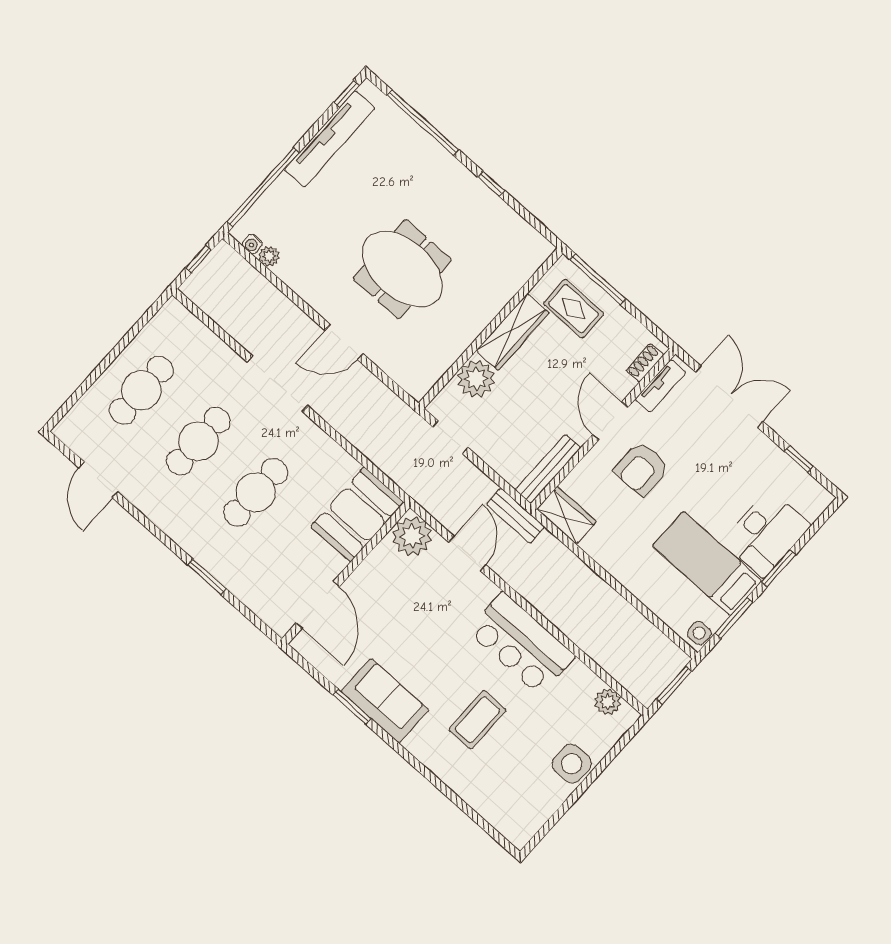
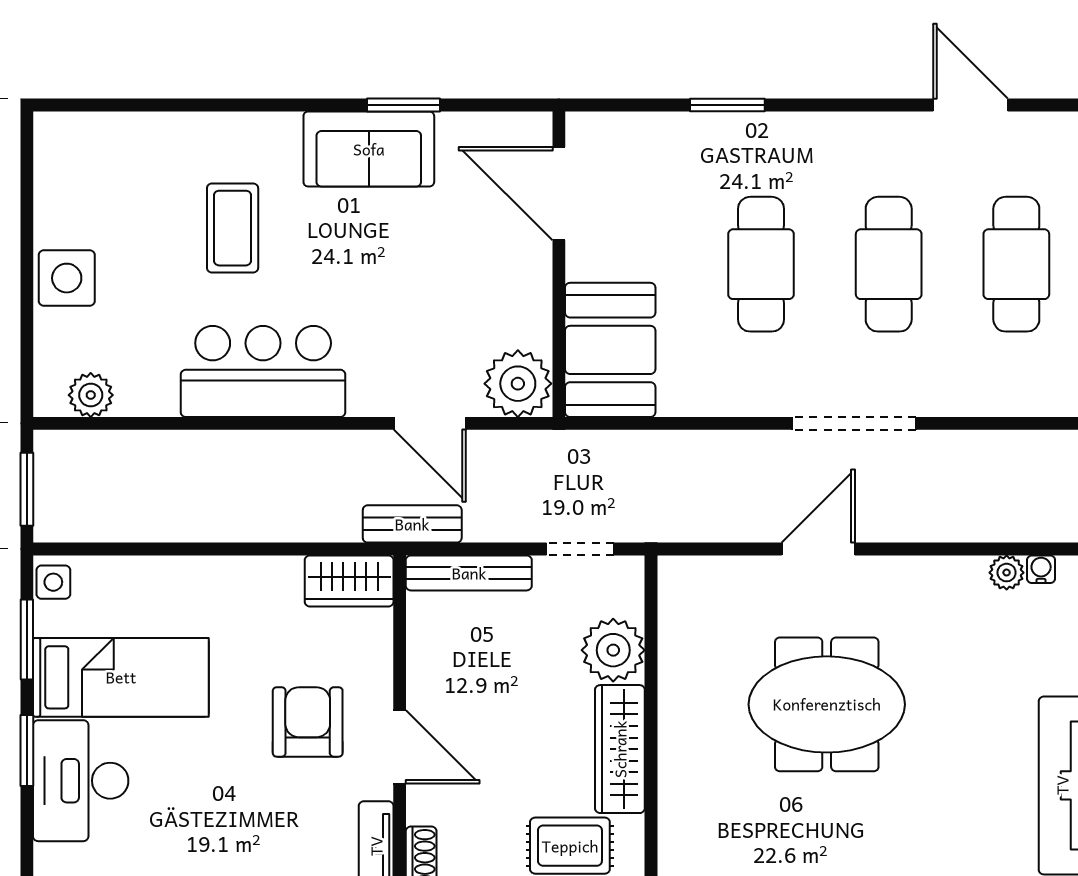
bench: (548, 469) -> (469, 573), moved, turned 90

